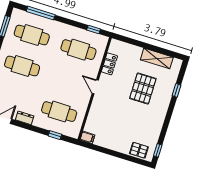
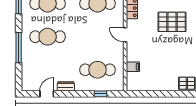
pallet: (143, 88) -> (172, 22), turned 90
filing cabinet: (87, 137) -> (133, 67), moved

